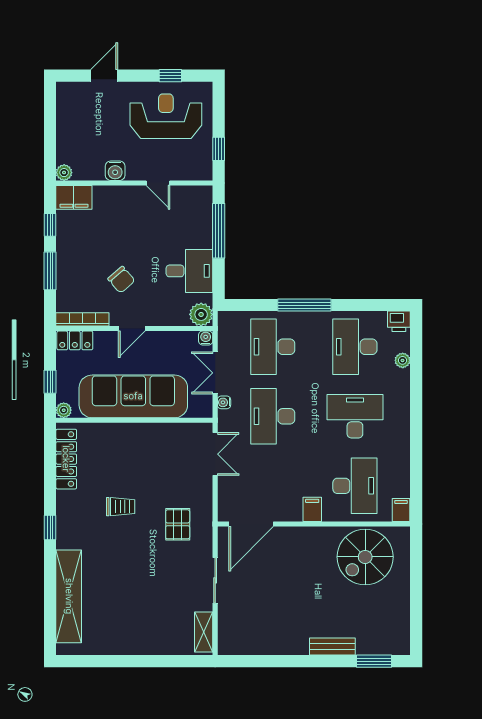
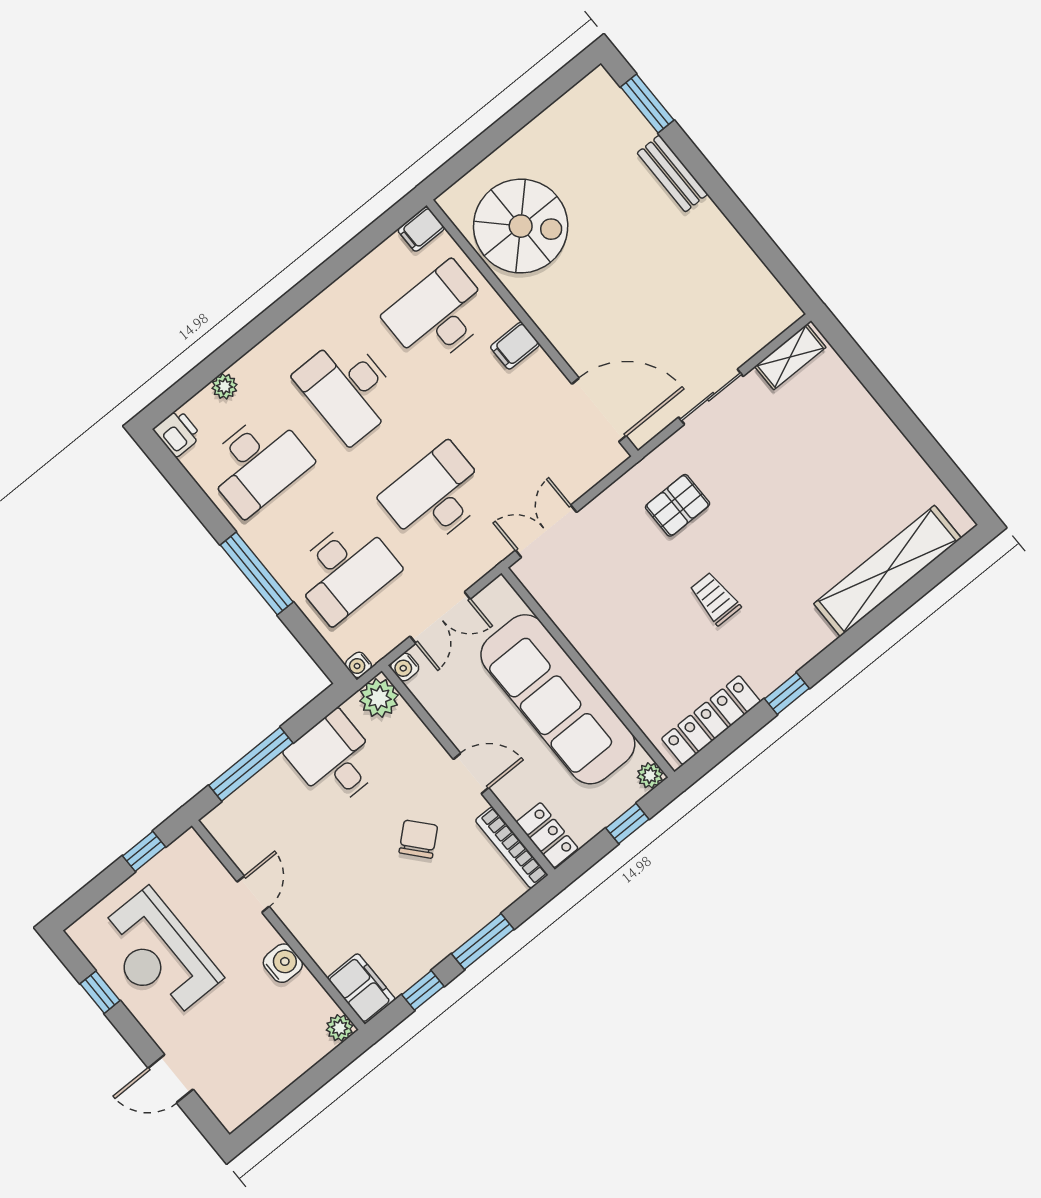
water cooler: (224, 402) -> (358, 665), moved, turned 90
desk: (273, 416) -> (435, 496), turned 180
window: (50, 528) -> (787, 694), moved

